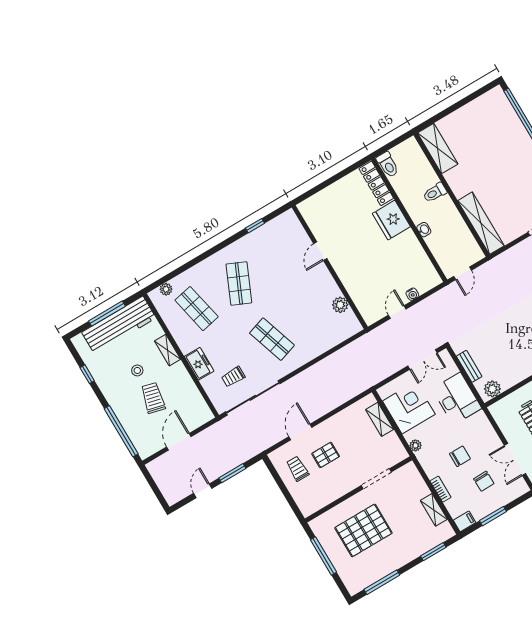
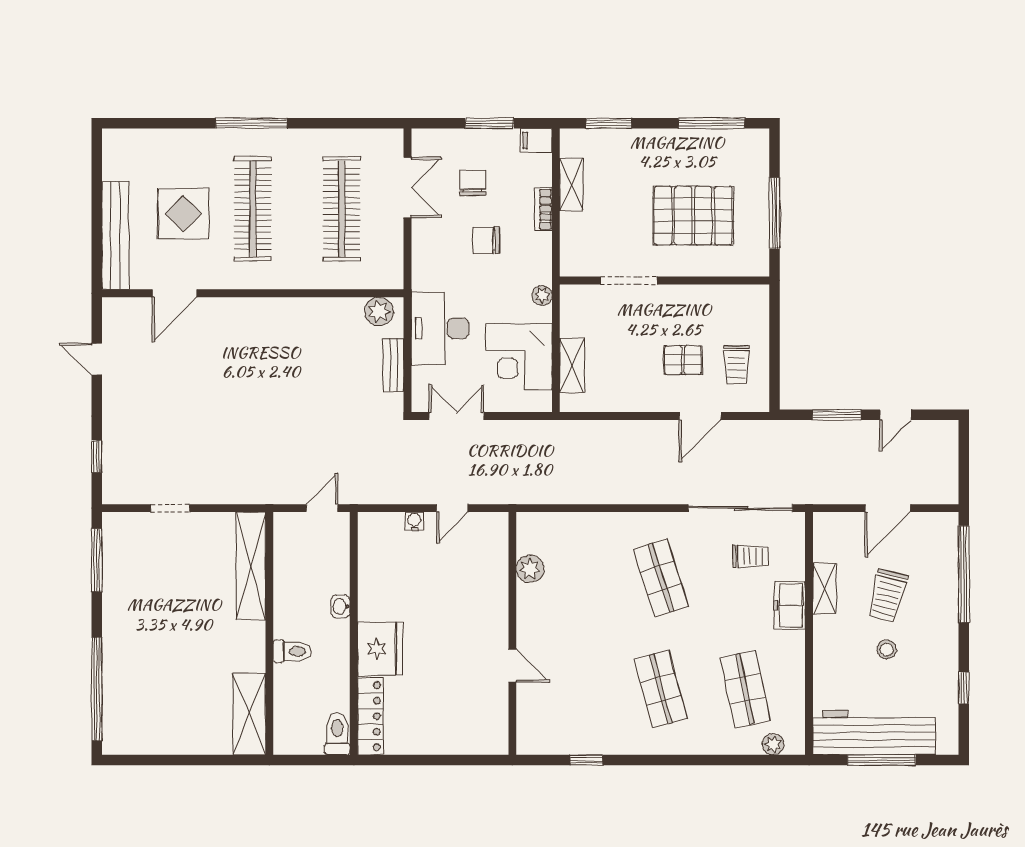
door: (320, 251) -> (512, 665), hinge flipped
shop shelf: (239, 283) -> (661, 689), turned -39
shelving: (168, 350) -> (824, 589), moved

